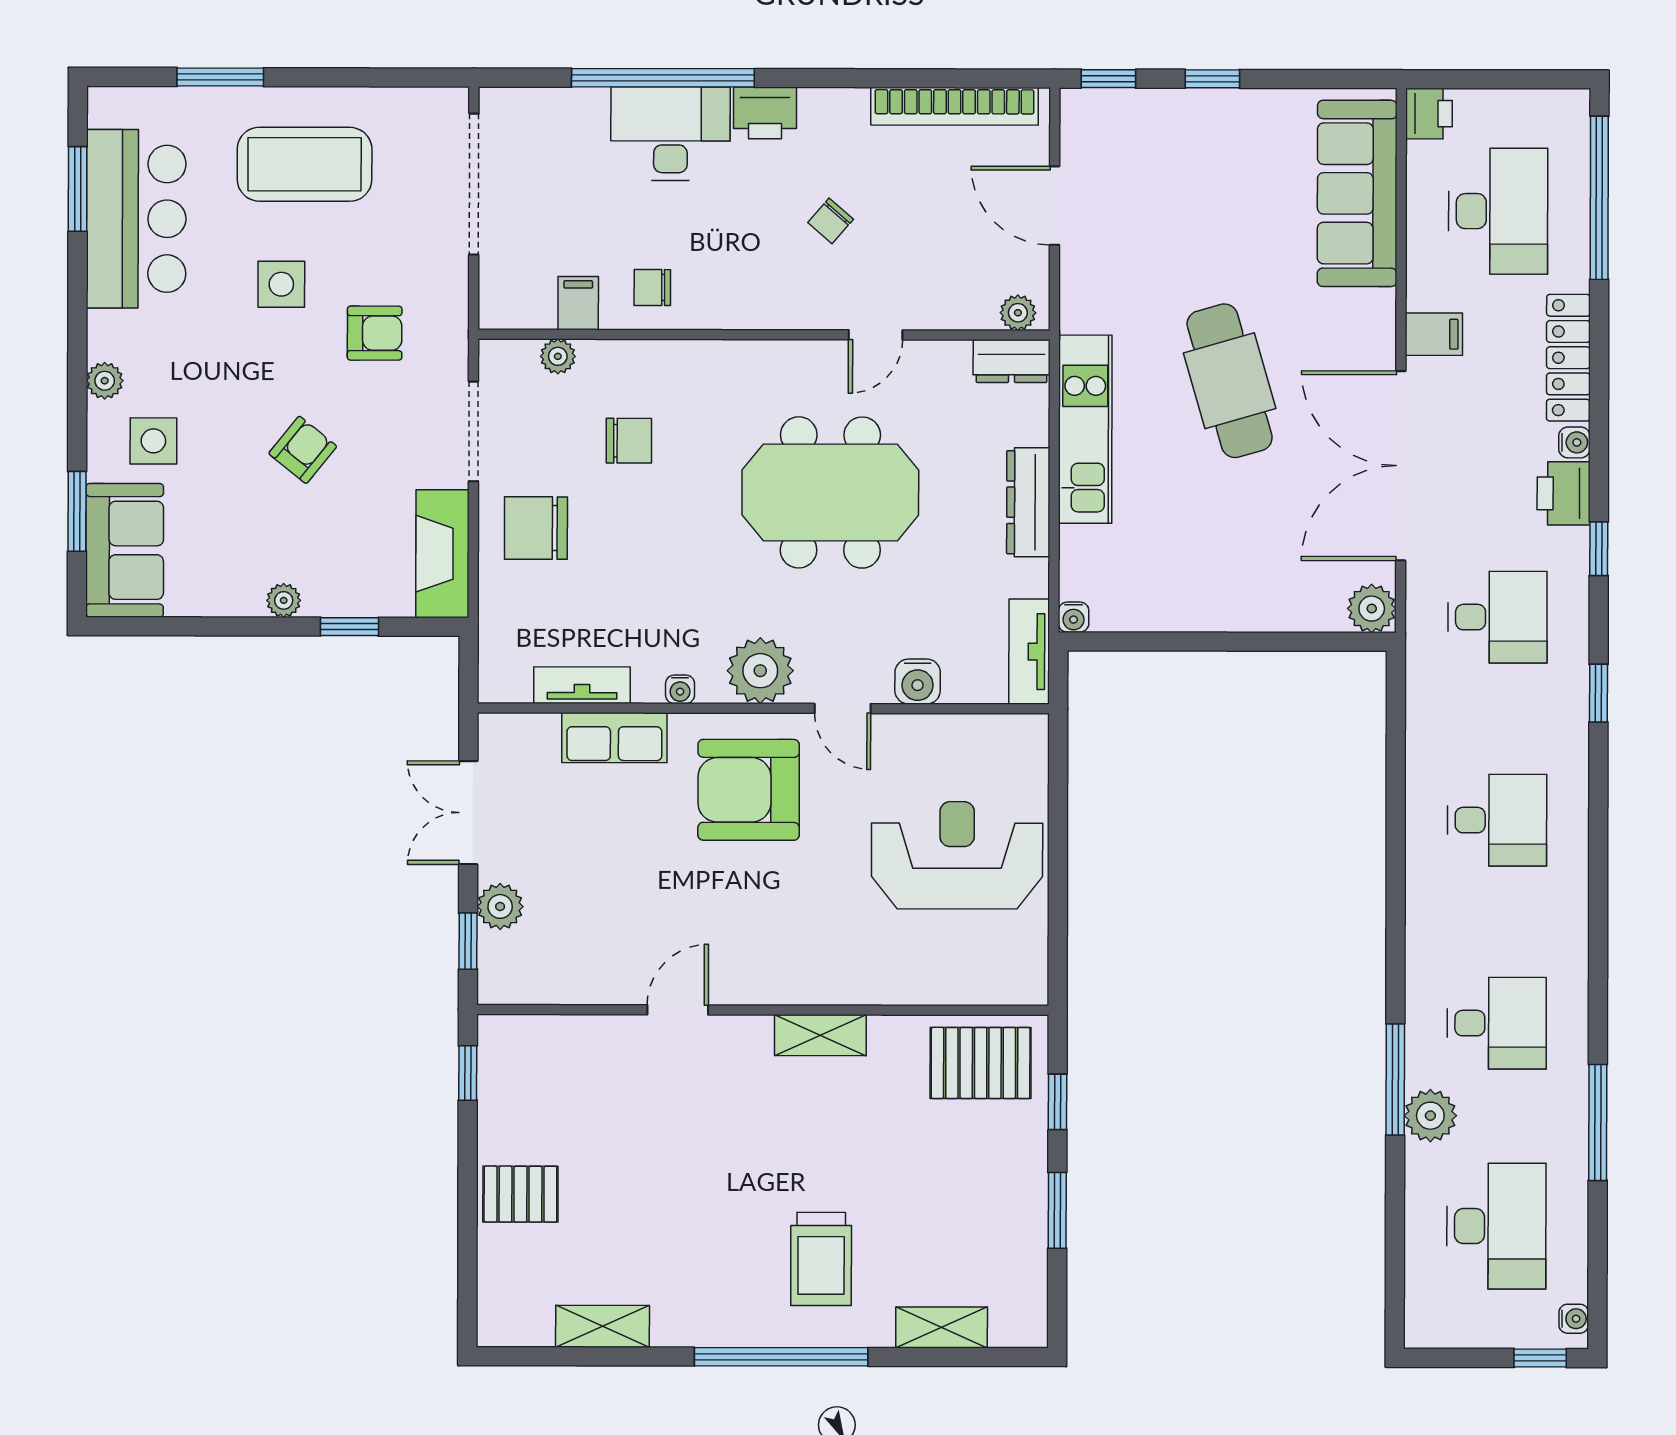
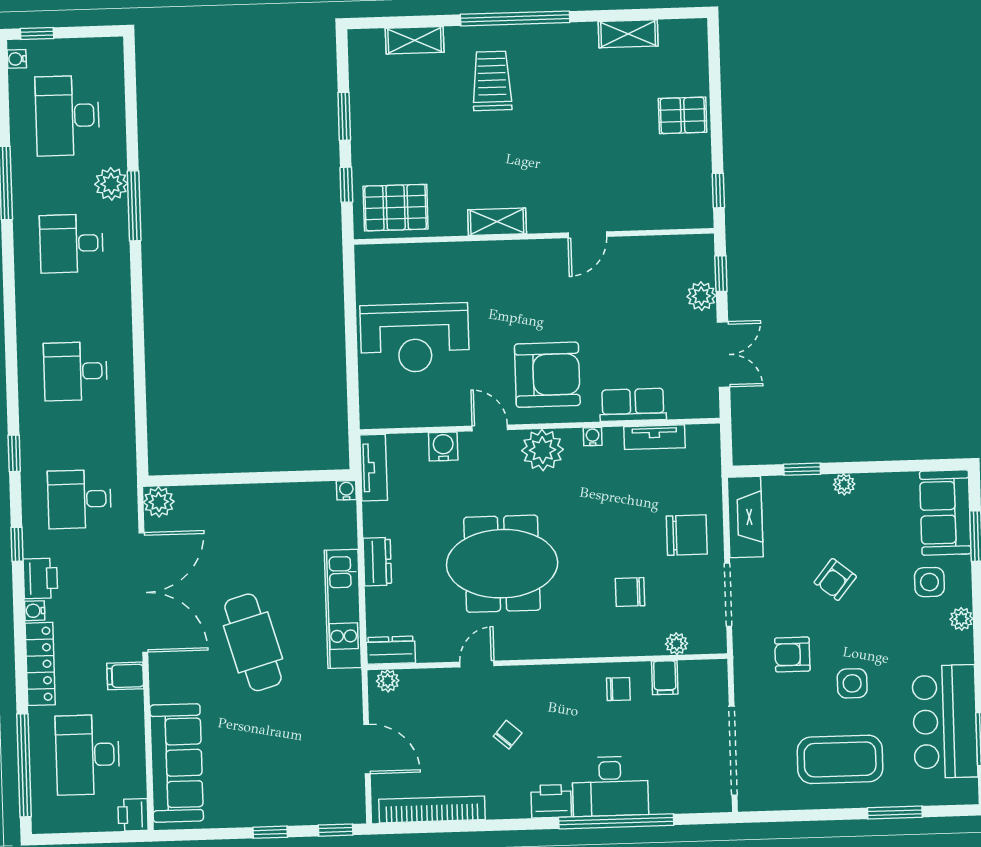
dresser: (1028, 502) -> (377, 562), width x0.70

